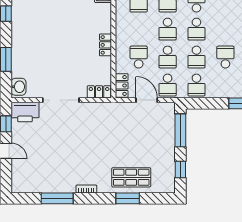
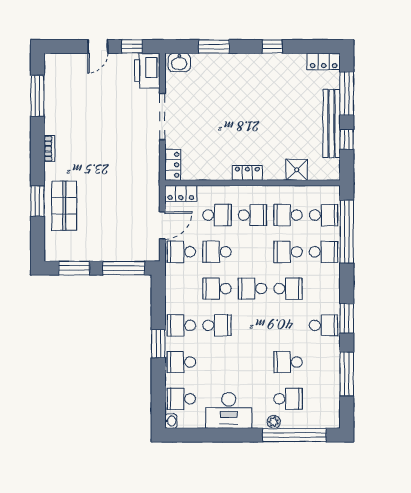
school desk: (168, 29) -> (252, 215), moved, turned 180
locker: (105, 45) -> (247, 173), moved
school desk: (196, 85) -> (181, 325), moved
window: (180, 170) -> (74, 268), width x1.50
window: (57, 198) -> (37, 96), moved

